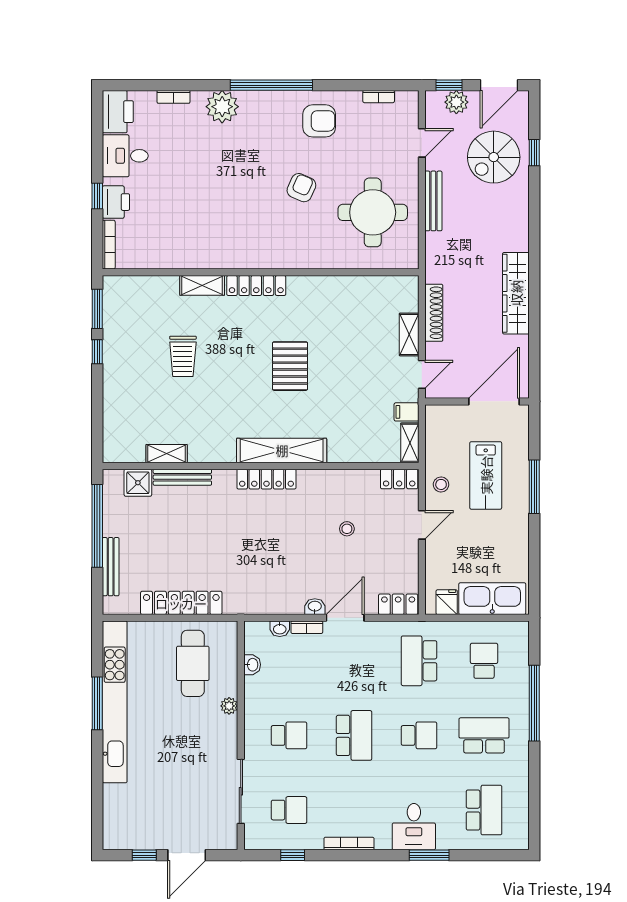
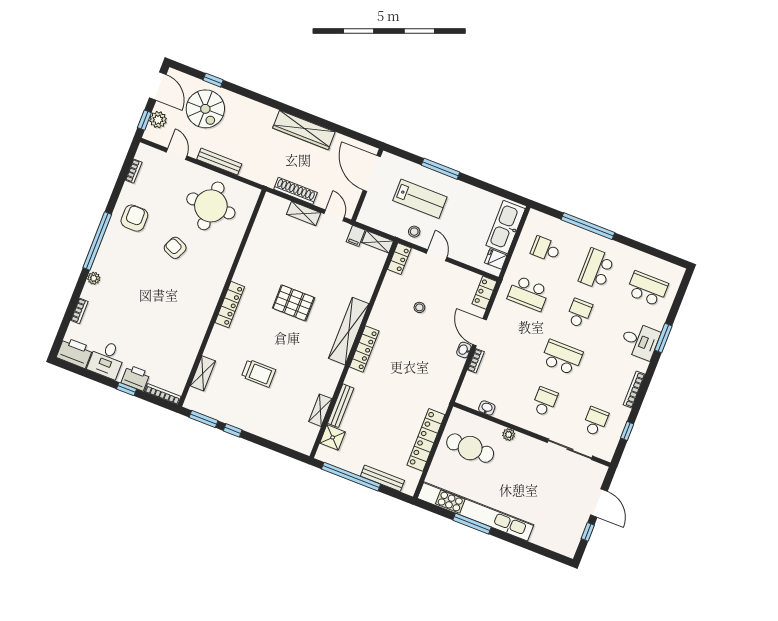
plant: (222, 107) -> (94, 278), width x0.53, depth x0.53
shelving: (202, 285) -> (203, 373), moved
washbasin: (280, 629) -> (470, 380), removed

